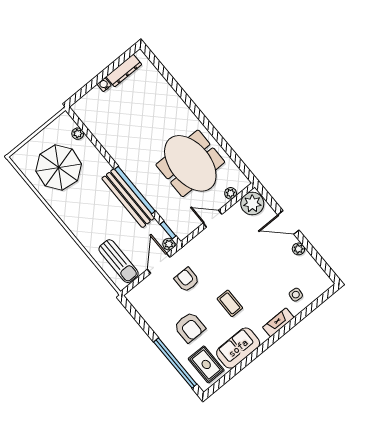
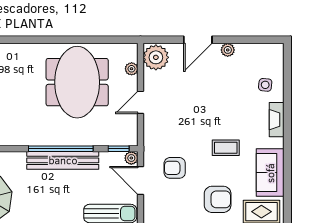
meeting table: (190, 163) -> (77, 82), turned 90

